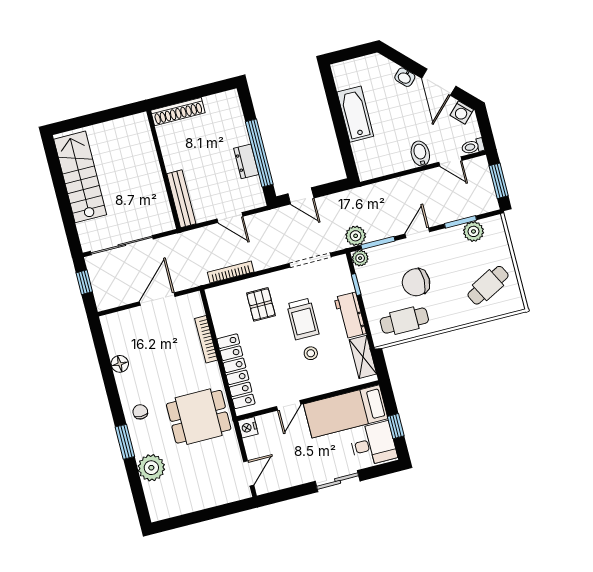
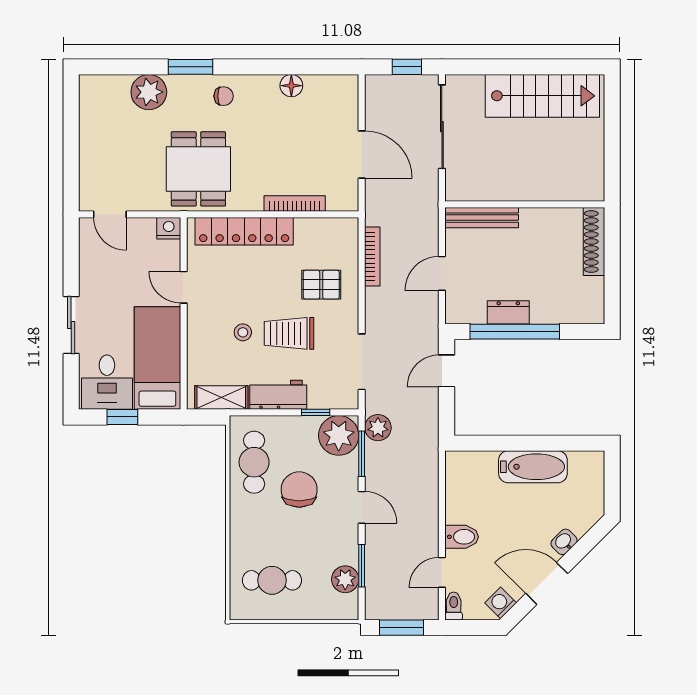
plant: (360, 258) -> (339, 435), width x1.88, depth x1.88
cafe table: (488, 285) -> (272, 580), turned -62

